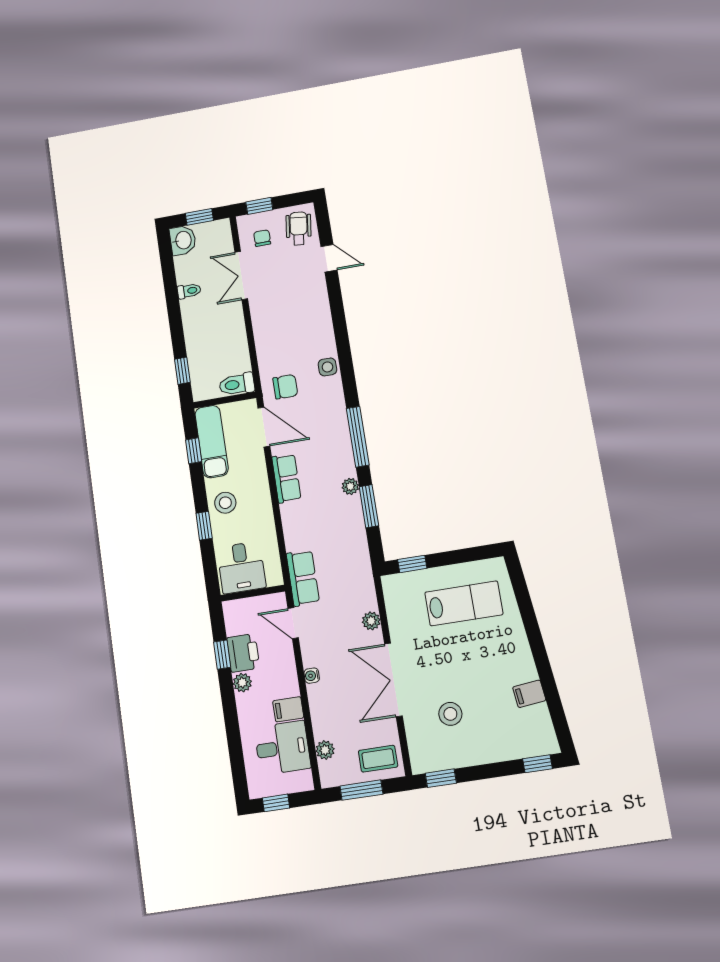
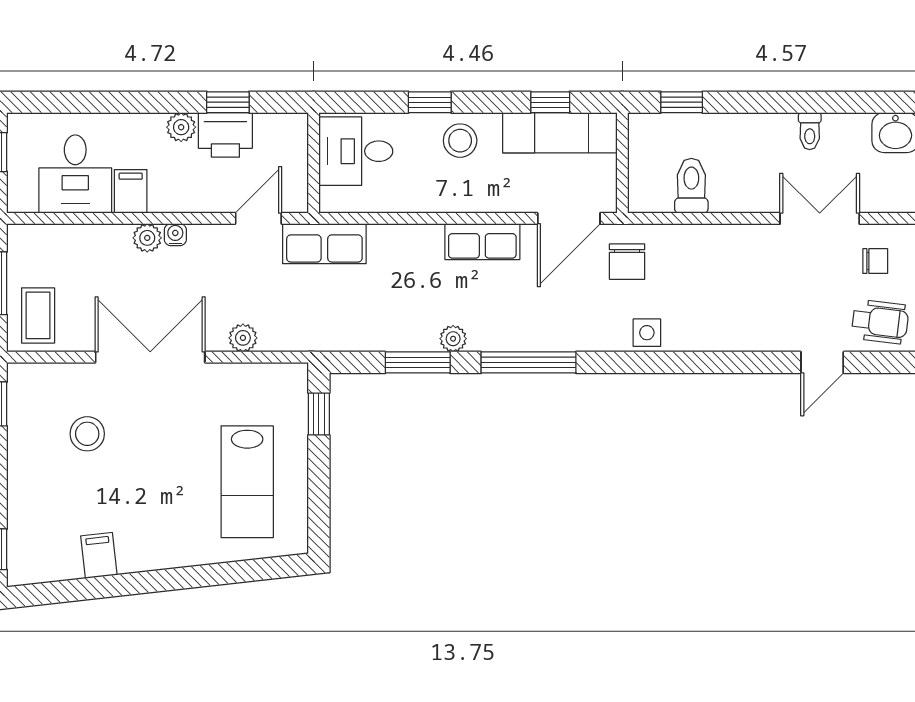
toilet: (237, 384) -> (691, 186), moved
plant: (325, 750) -> (147, 238), moved

